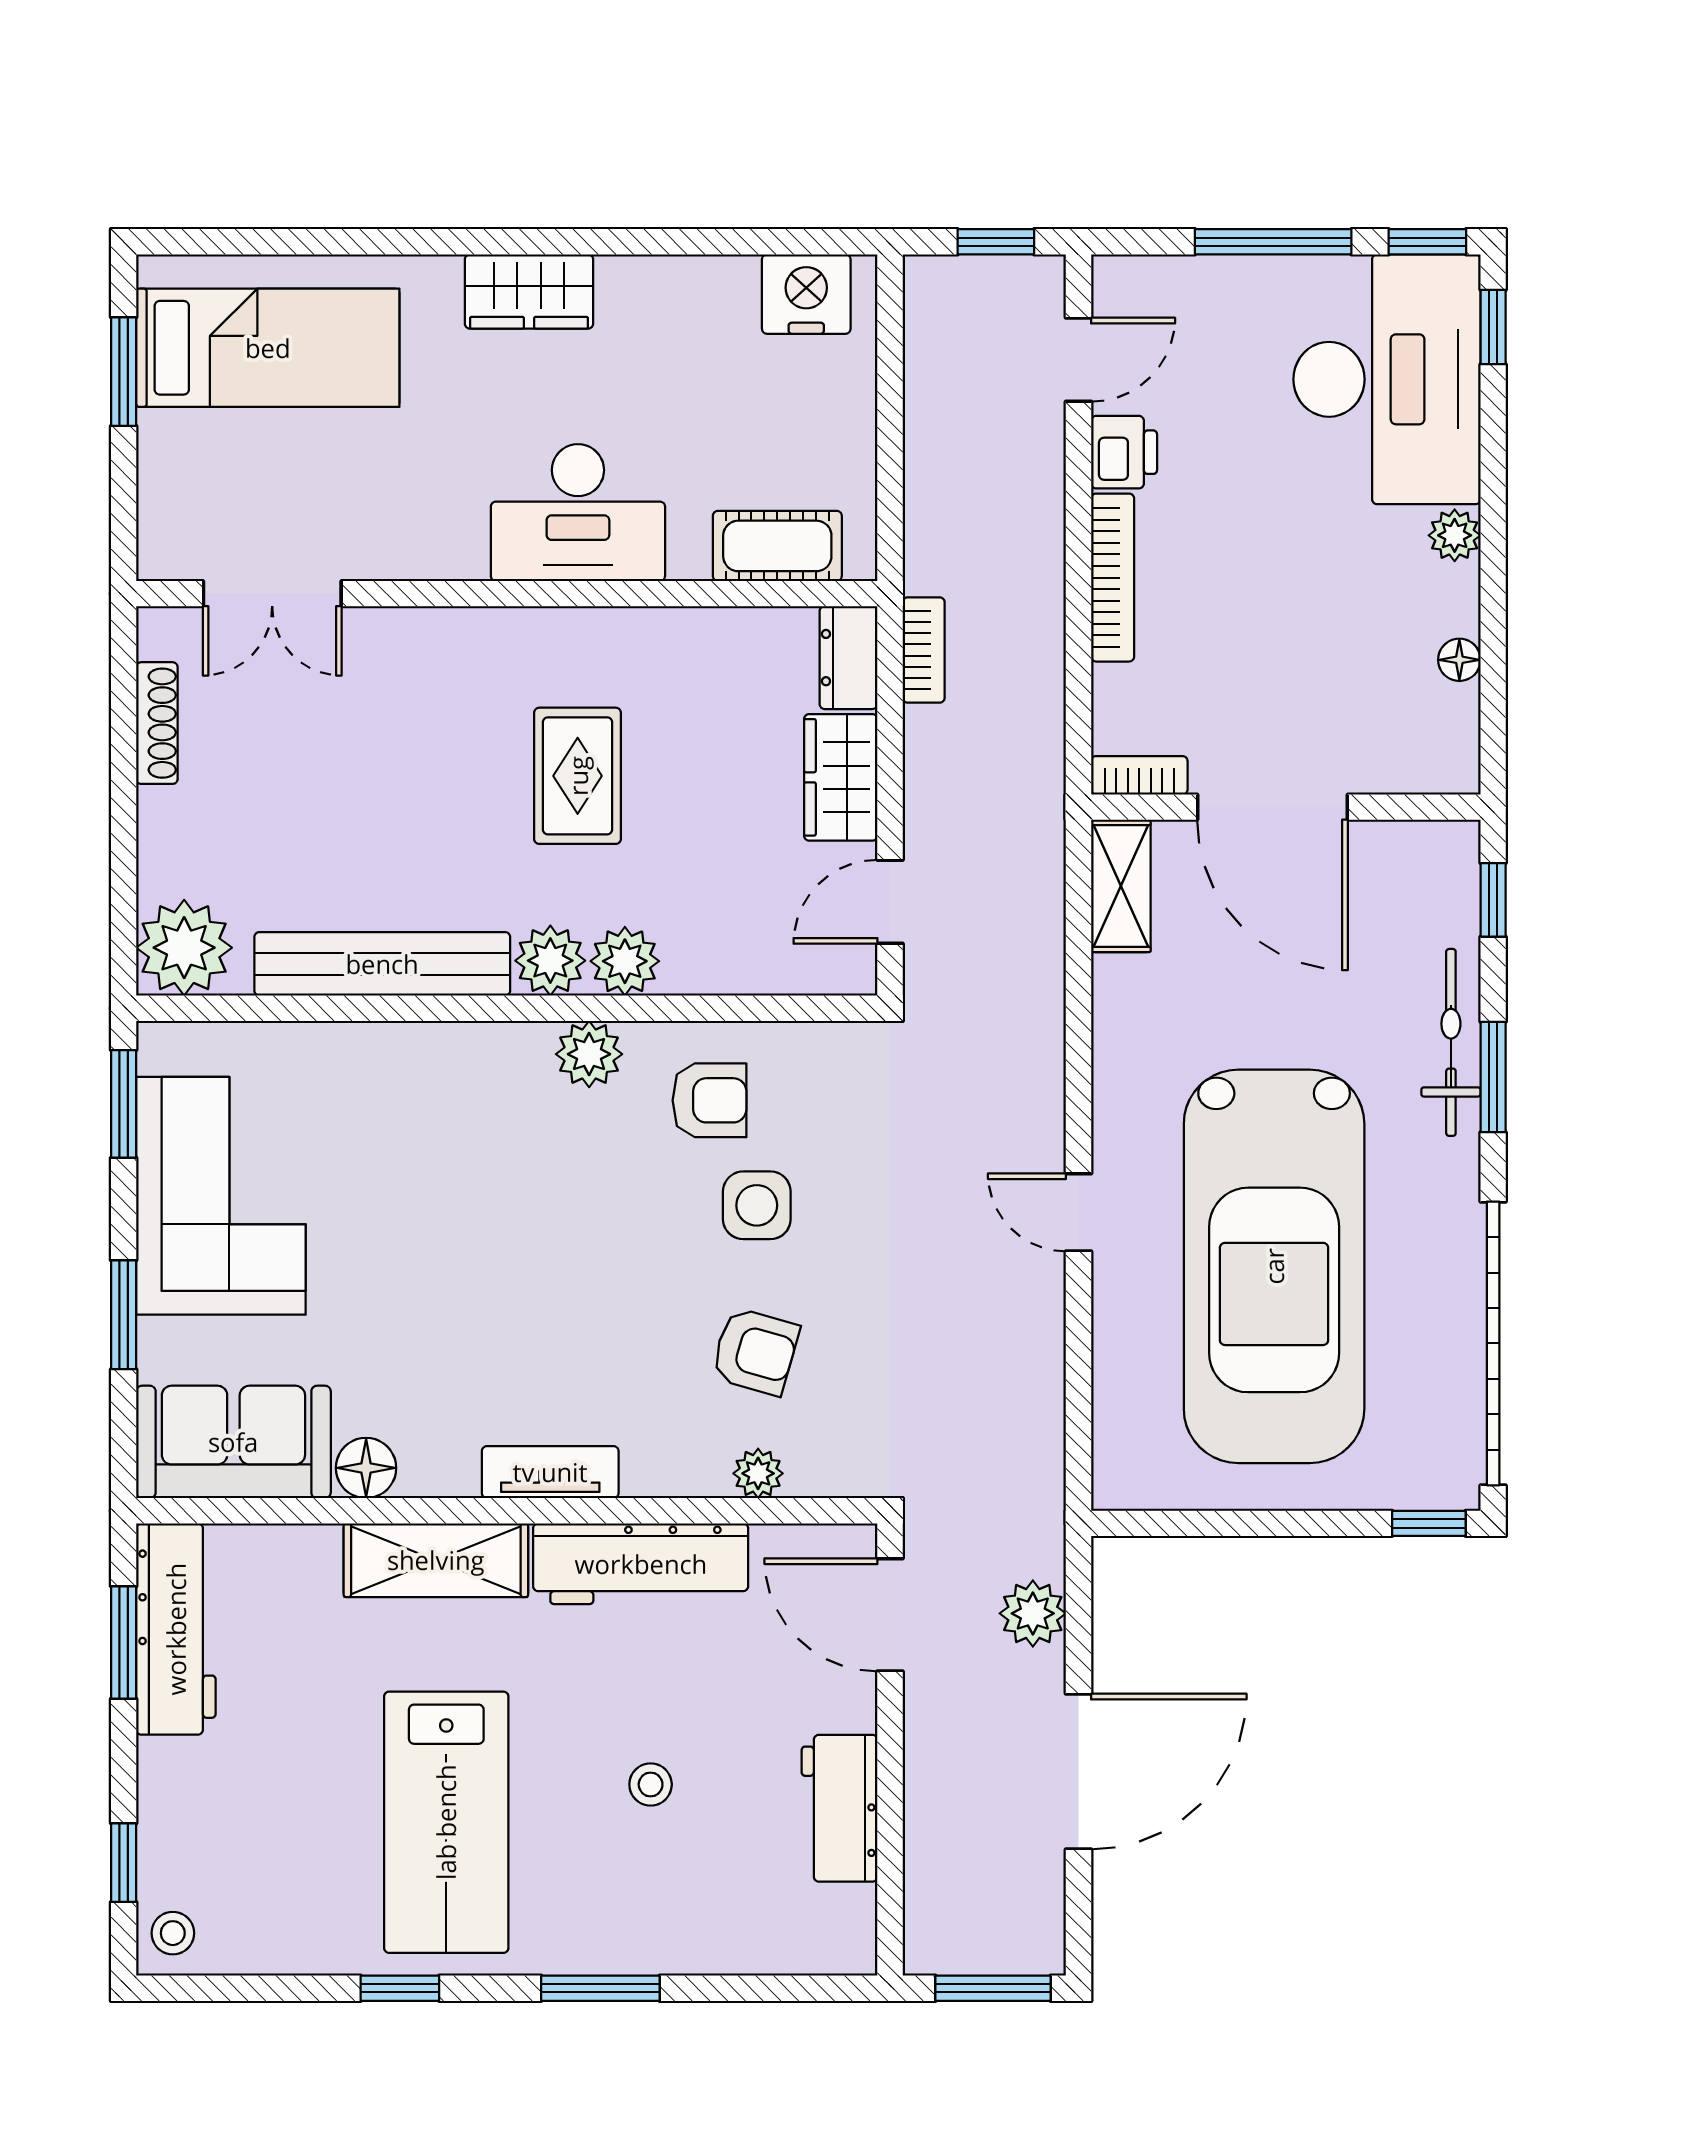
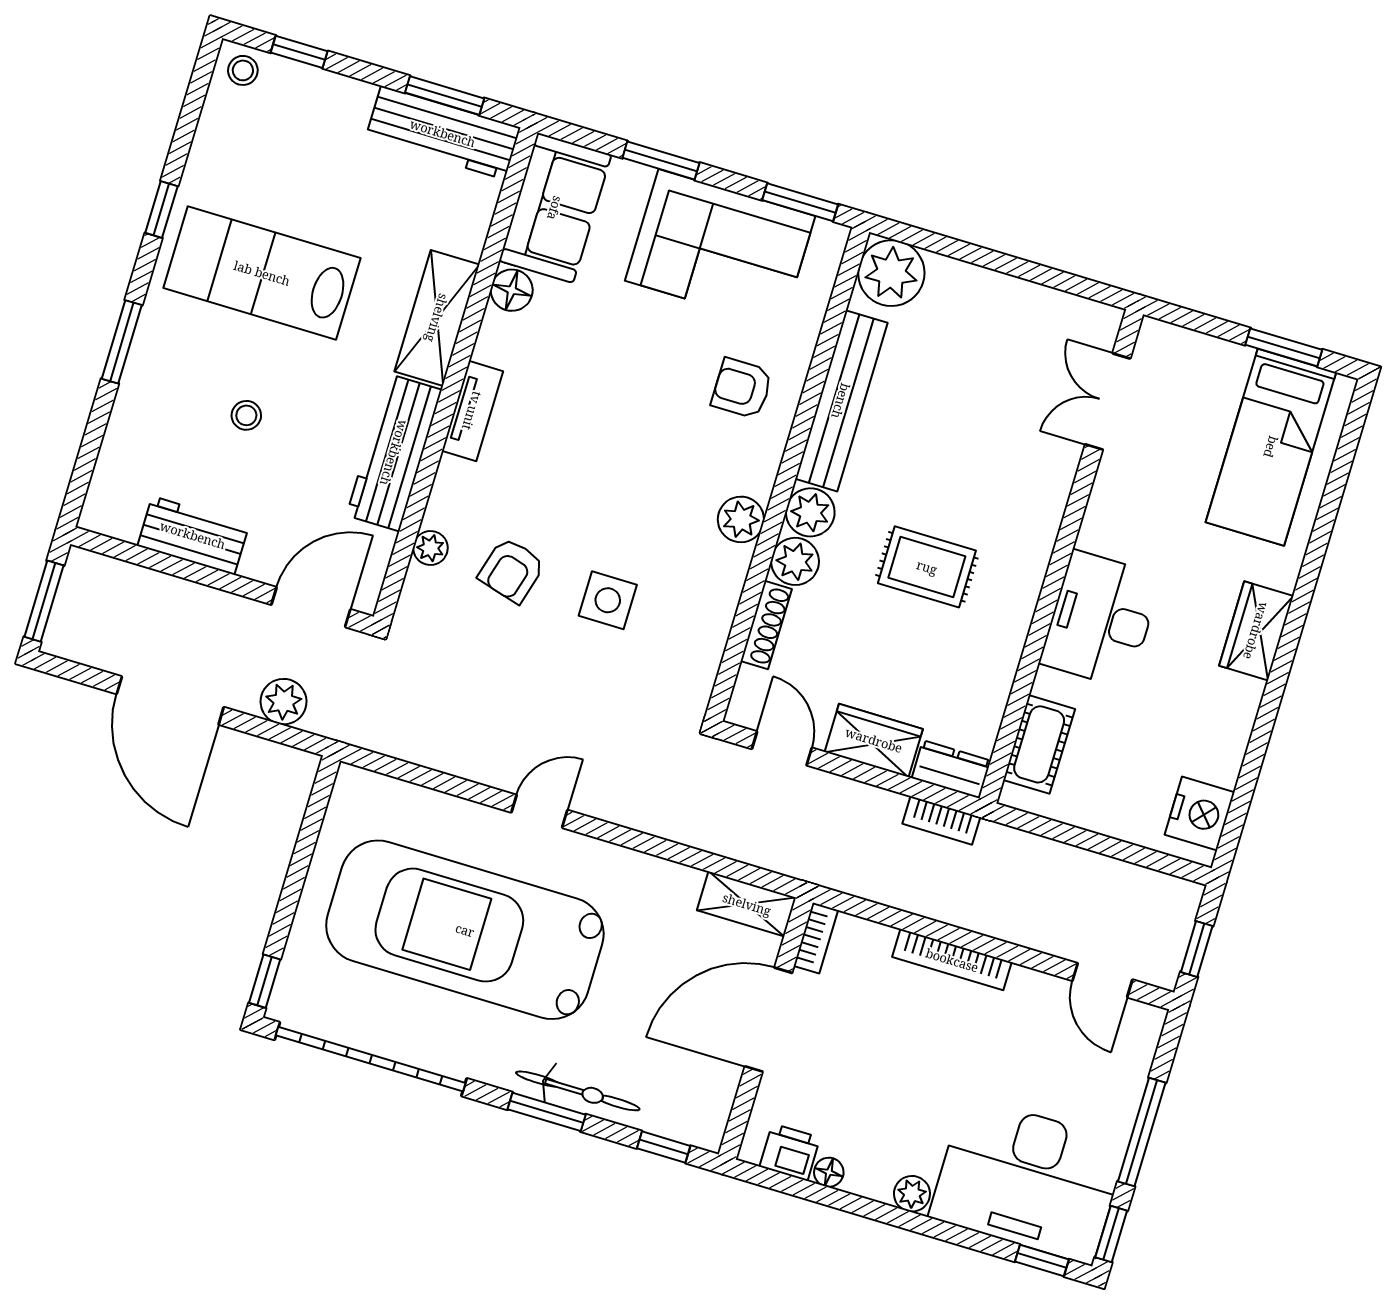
printer: (1124, 452) -> (790, 1152), moved, turned 180
shoe rack: (157, 723) -> (766, 625), moved, turned -90
armchair: (709, 1100) -> (742, 388), moved, turned 90

